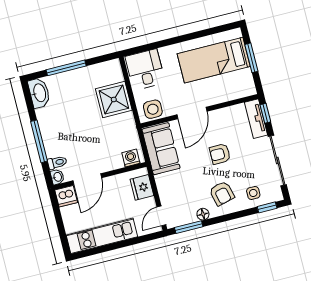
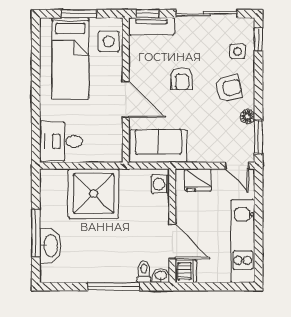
washbasin: (39, 93) -> (50, 246), moved, turned 90
shower: (114, 99) -> (94, 194), width x1.37, depth x1.37
side table: (153, 109) -> (109, 41), moved

